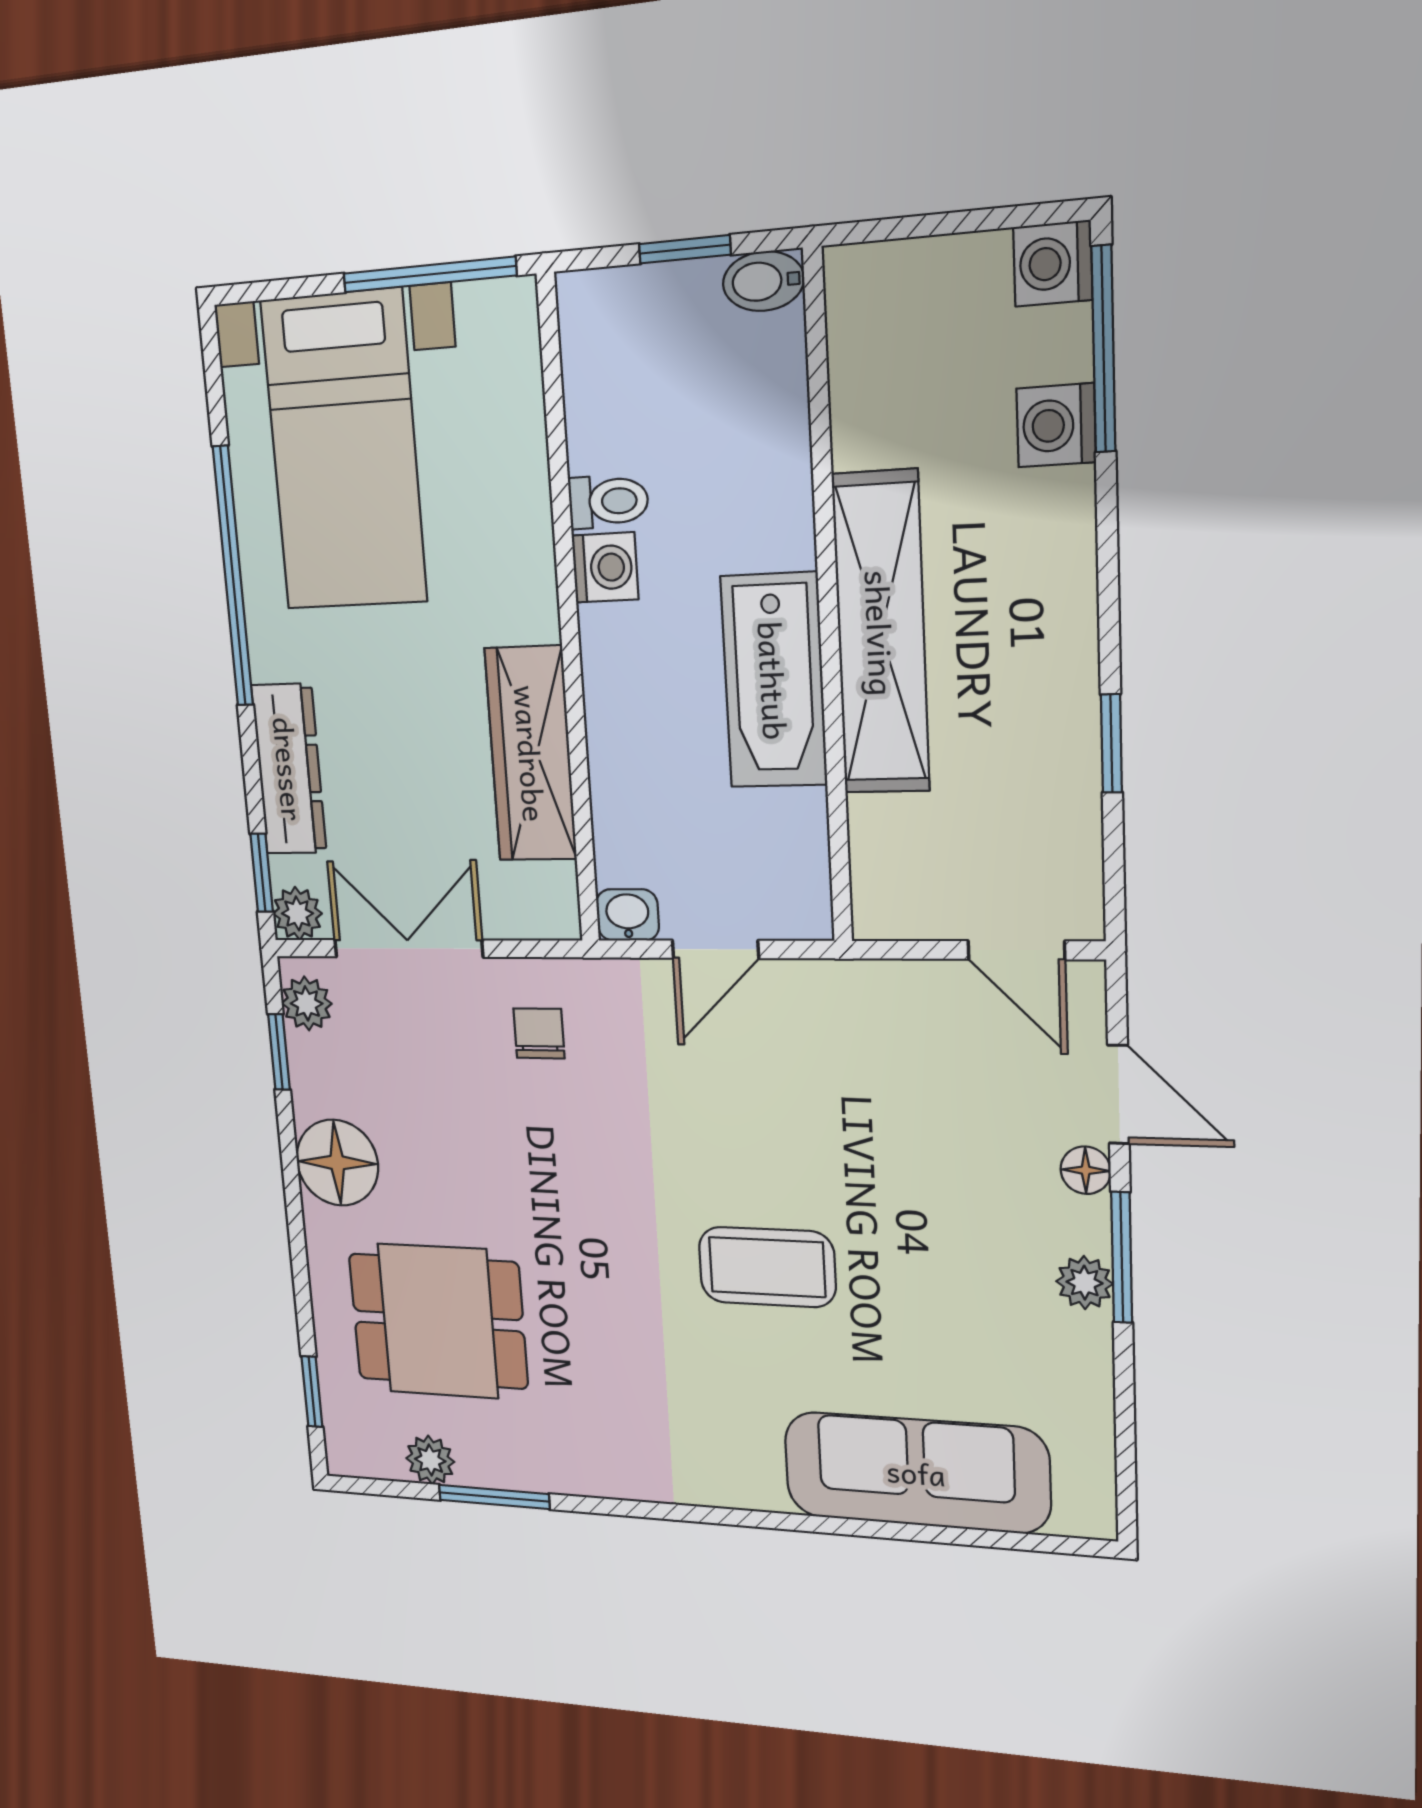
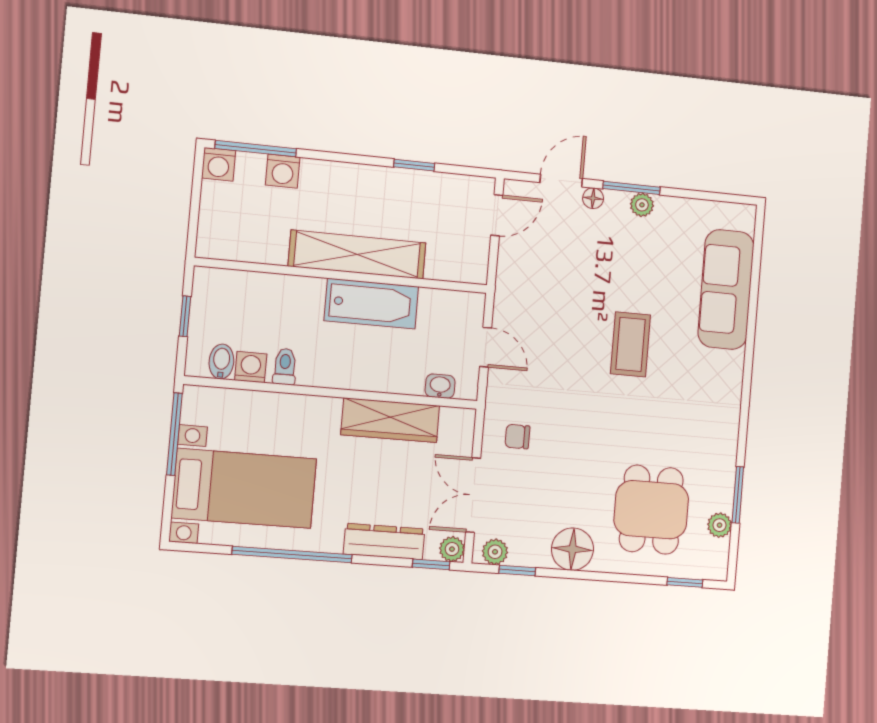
bidet: (763, 281) -> (221, 362), moved, turned 180
washing machine: (605, 567) -> (251, 367), moved
washbasin: (628, 915) -> (440, 386), moved, turned 90

